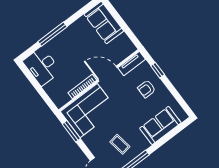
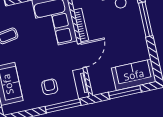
window: (122, 23) -> (125, 92), added
window: (158, 70) -> (63, 106), width x2.17

